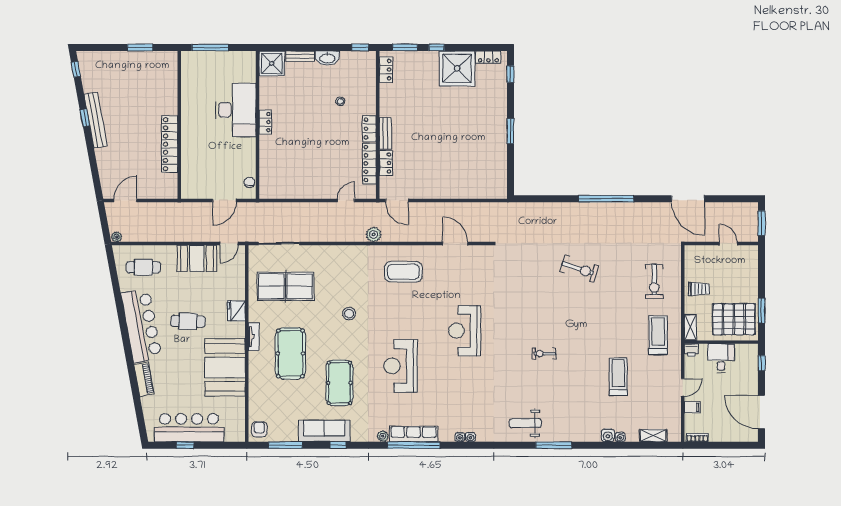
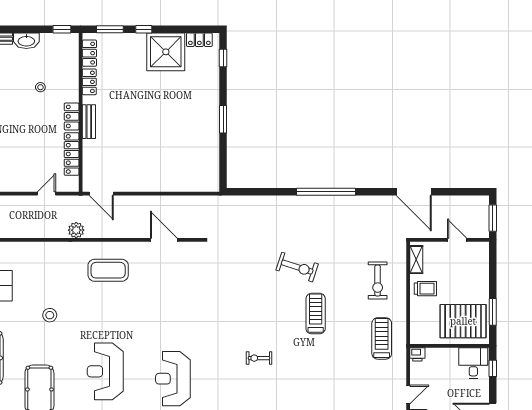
locker: (386, 163) -> (89, 82), moved
shelving: (690, 327) -> (416, 260), moved
reception desk: (465, 331) -> (173, 379), moved
desk: (721, 358) -> (473, 363), moved
treadmill: (618, 377) -> (316, 314), moved

